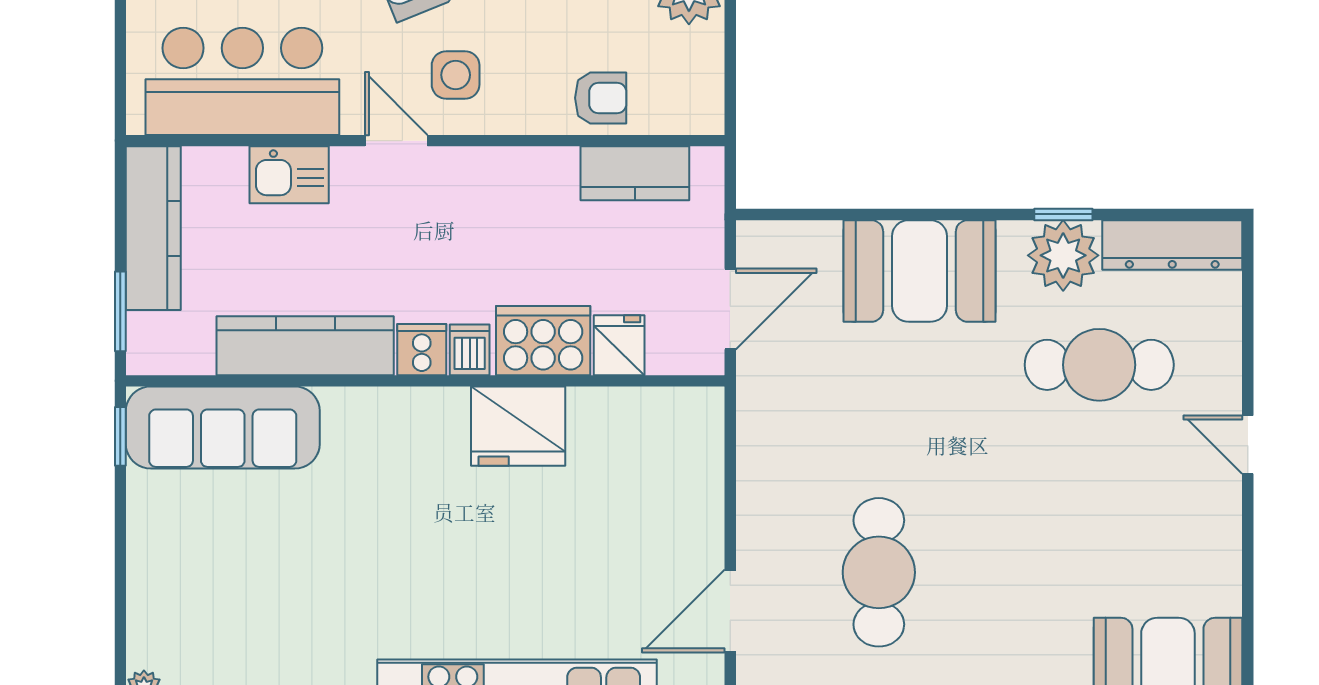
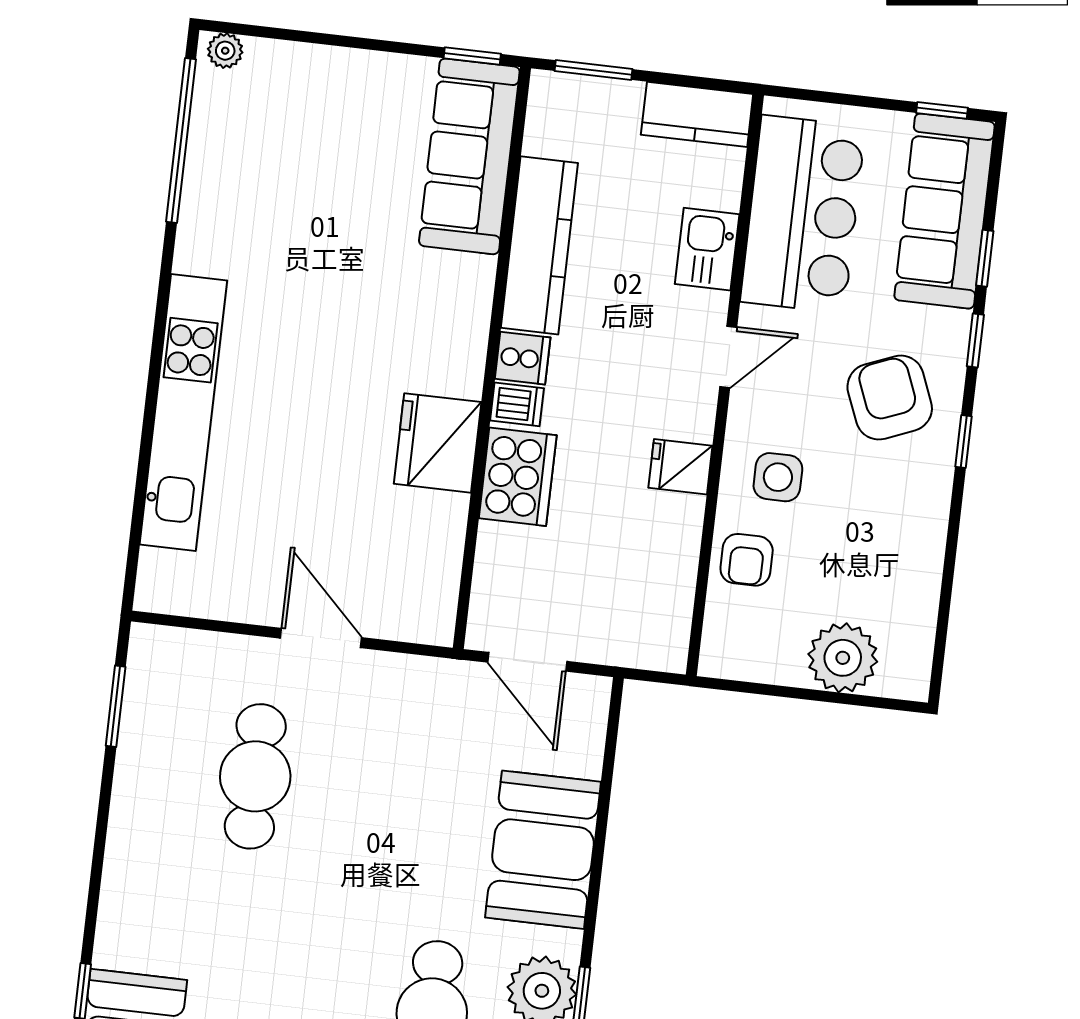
side table: (456, 75) -> (778, 477), moved
kitchen counter: (635, 173) -> (670, 585), removed
kitchen counter: (153, 228) -> (697, 114), width x0.67
fridge: (619, 345) -> (680, 467), moved, turned 180
cafe table: (879, 572) -> (255, 776), turned 90
door: (730, 611) -> (321, 638), moved

